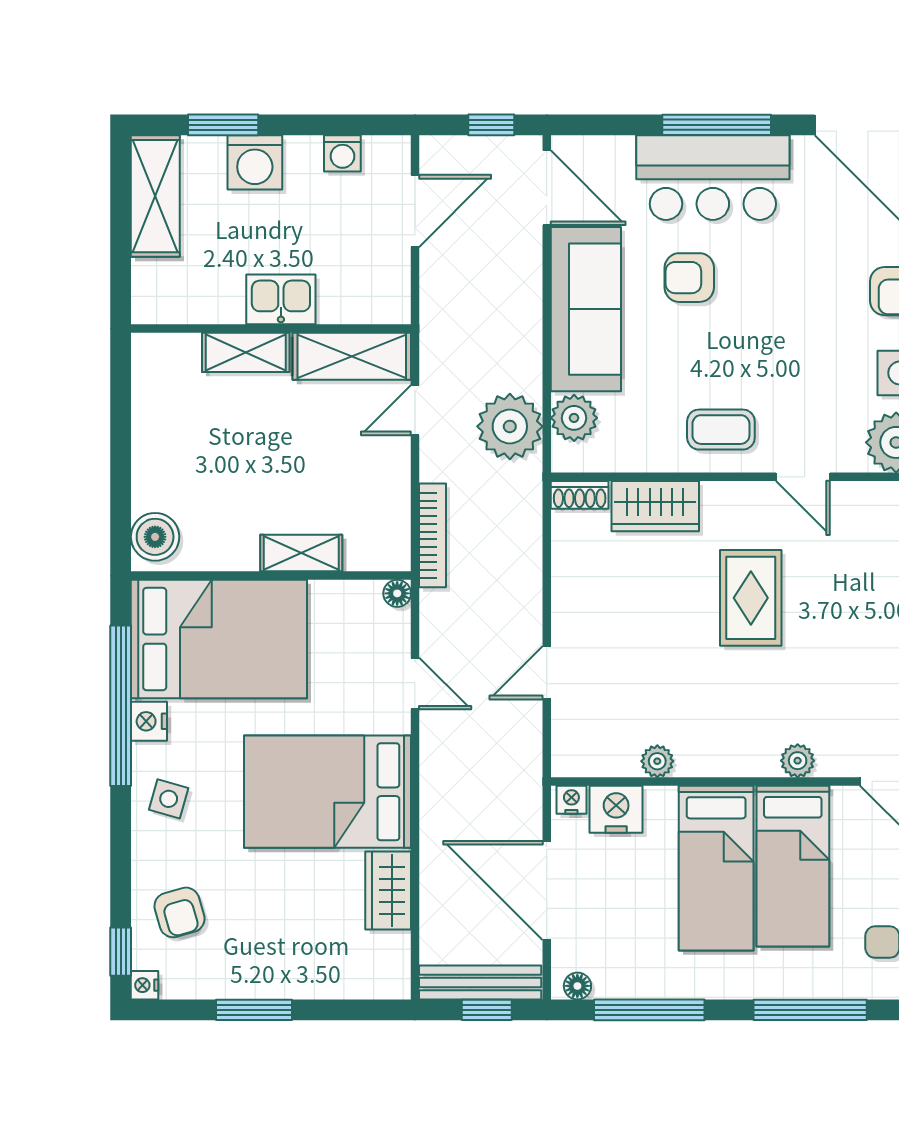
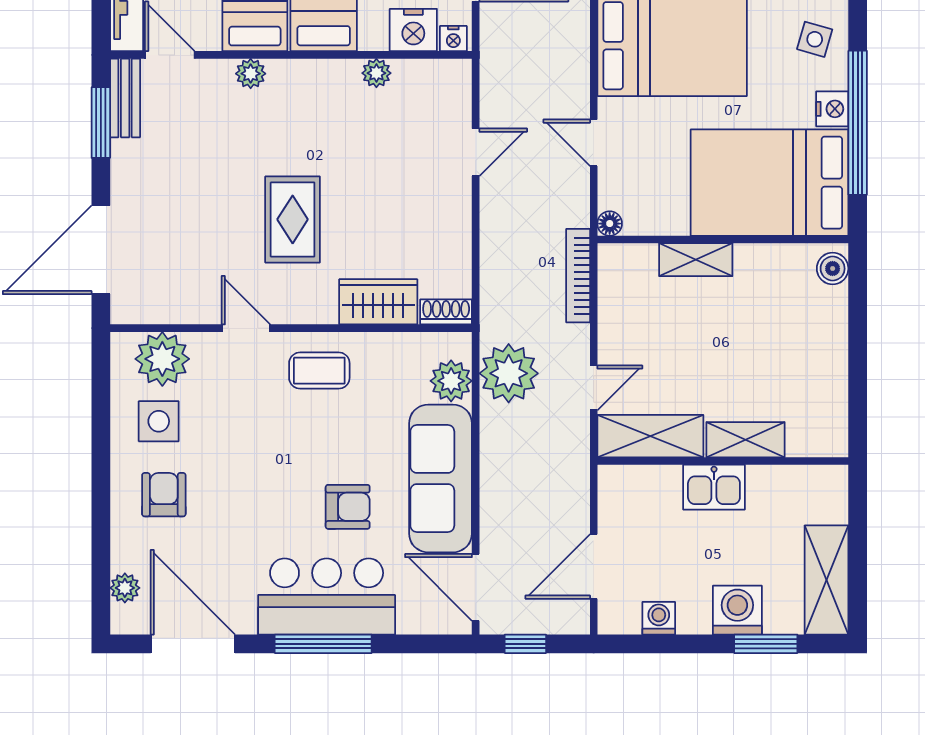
boiler: (155, 537) -> (833, 269), width x0.73, depth x0.73

